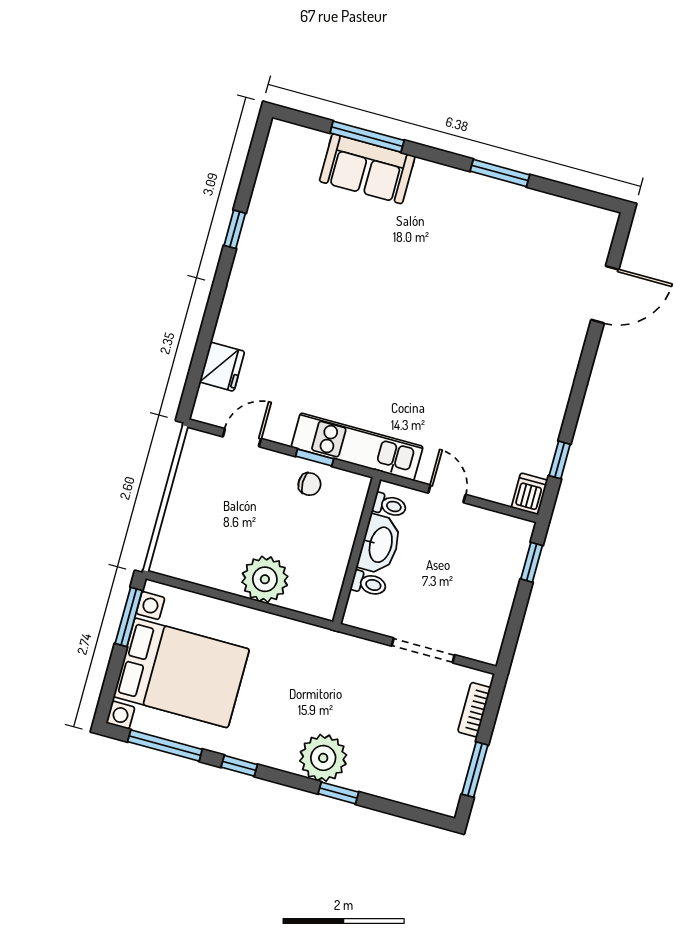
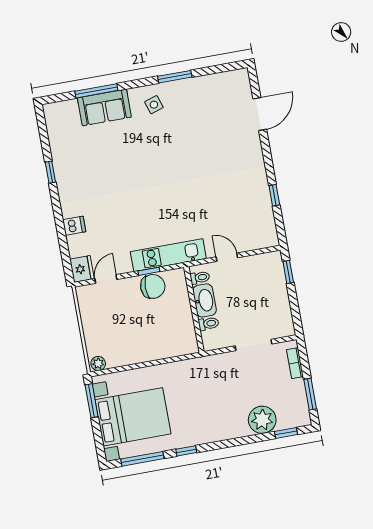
side table: (447, 201) -> (154, 105), added
fridge: (222, 367) -> (82, 269), moved
window: (560, 460) -> (274, 195), moved
chair: (309, 484) -> (153, 286), width x1.87, depth x1.87
dishwasher: (529, 494) -> (74, 226), moved, turned 90
plant: (265, 579) -> (98, 363), moved, width x0.53, depth x0.53
plant: (323, 758) -> (262, 420), moved
window: (338, 793) -> (286, 433), moved

